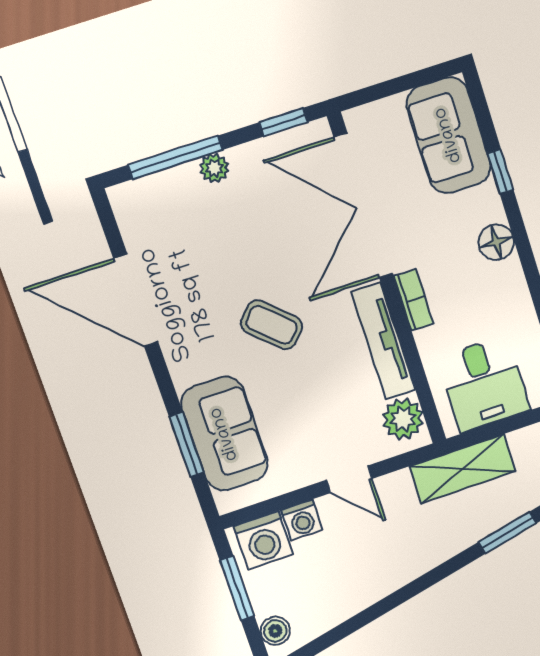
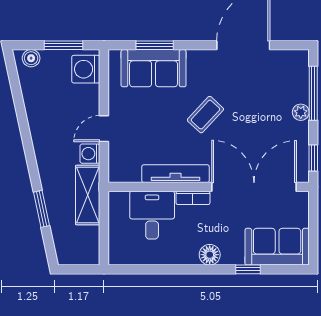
desk: (484, 384) -> (152, 215), moved, turned 90
plant: (403, 419) -> (128, 170), removed
washing machine: (302, 520) -> (90, 154), moved

